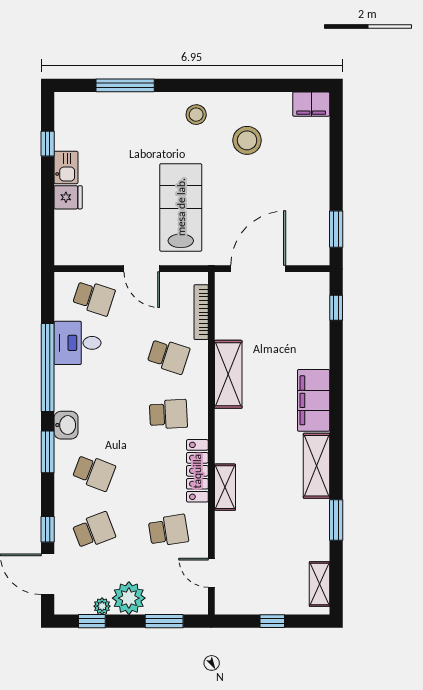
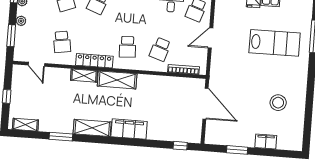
filing cabinet: (311, 104) -> (266, 141), moved, turned 90
stool: (196, 115) -> (295, 75), removed
lab bench: (181, 207) -> (275, 43), moved
window: (336, 229) -> (237, 150), moved
shelving: (228, 374) -> (117, 80), moved
door: (211, 573) -> (36, 64), swing flipped
plant: (129, 598) -> (21, 21), width x0.53, depth x0.53

